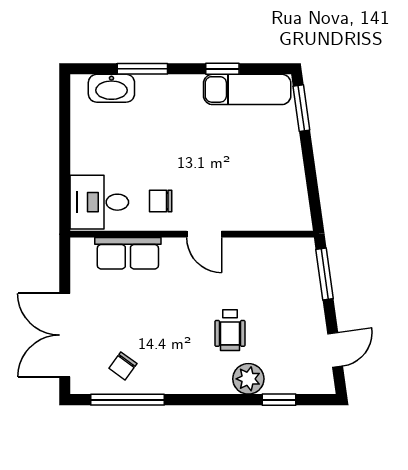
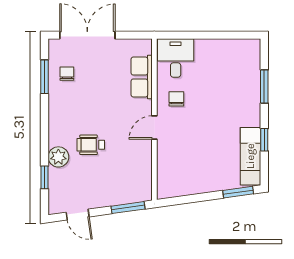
washbasin: (111, 88) -> (251, 66), removed
chair: (123, 366) -> (67, 74), turned 54
window: (128, 400) -> (45, 77), width x0.69

